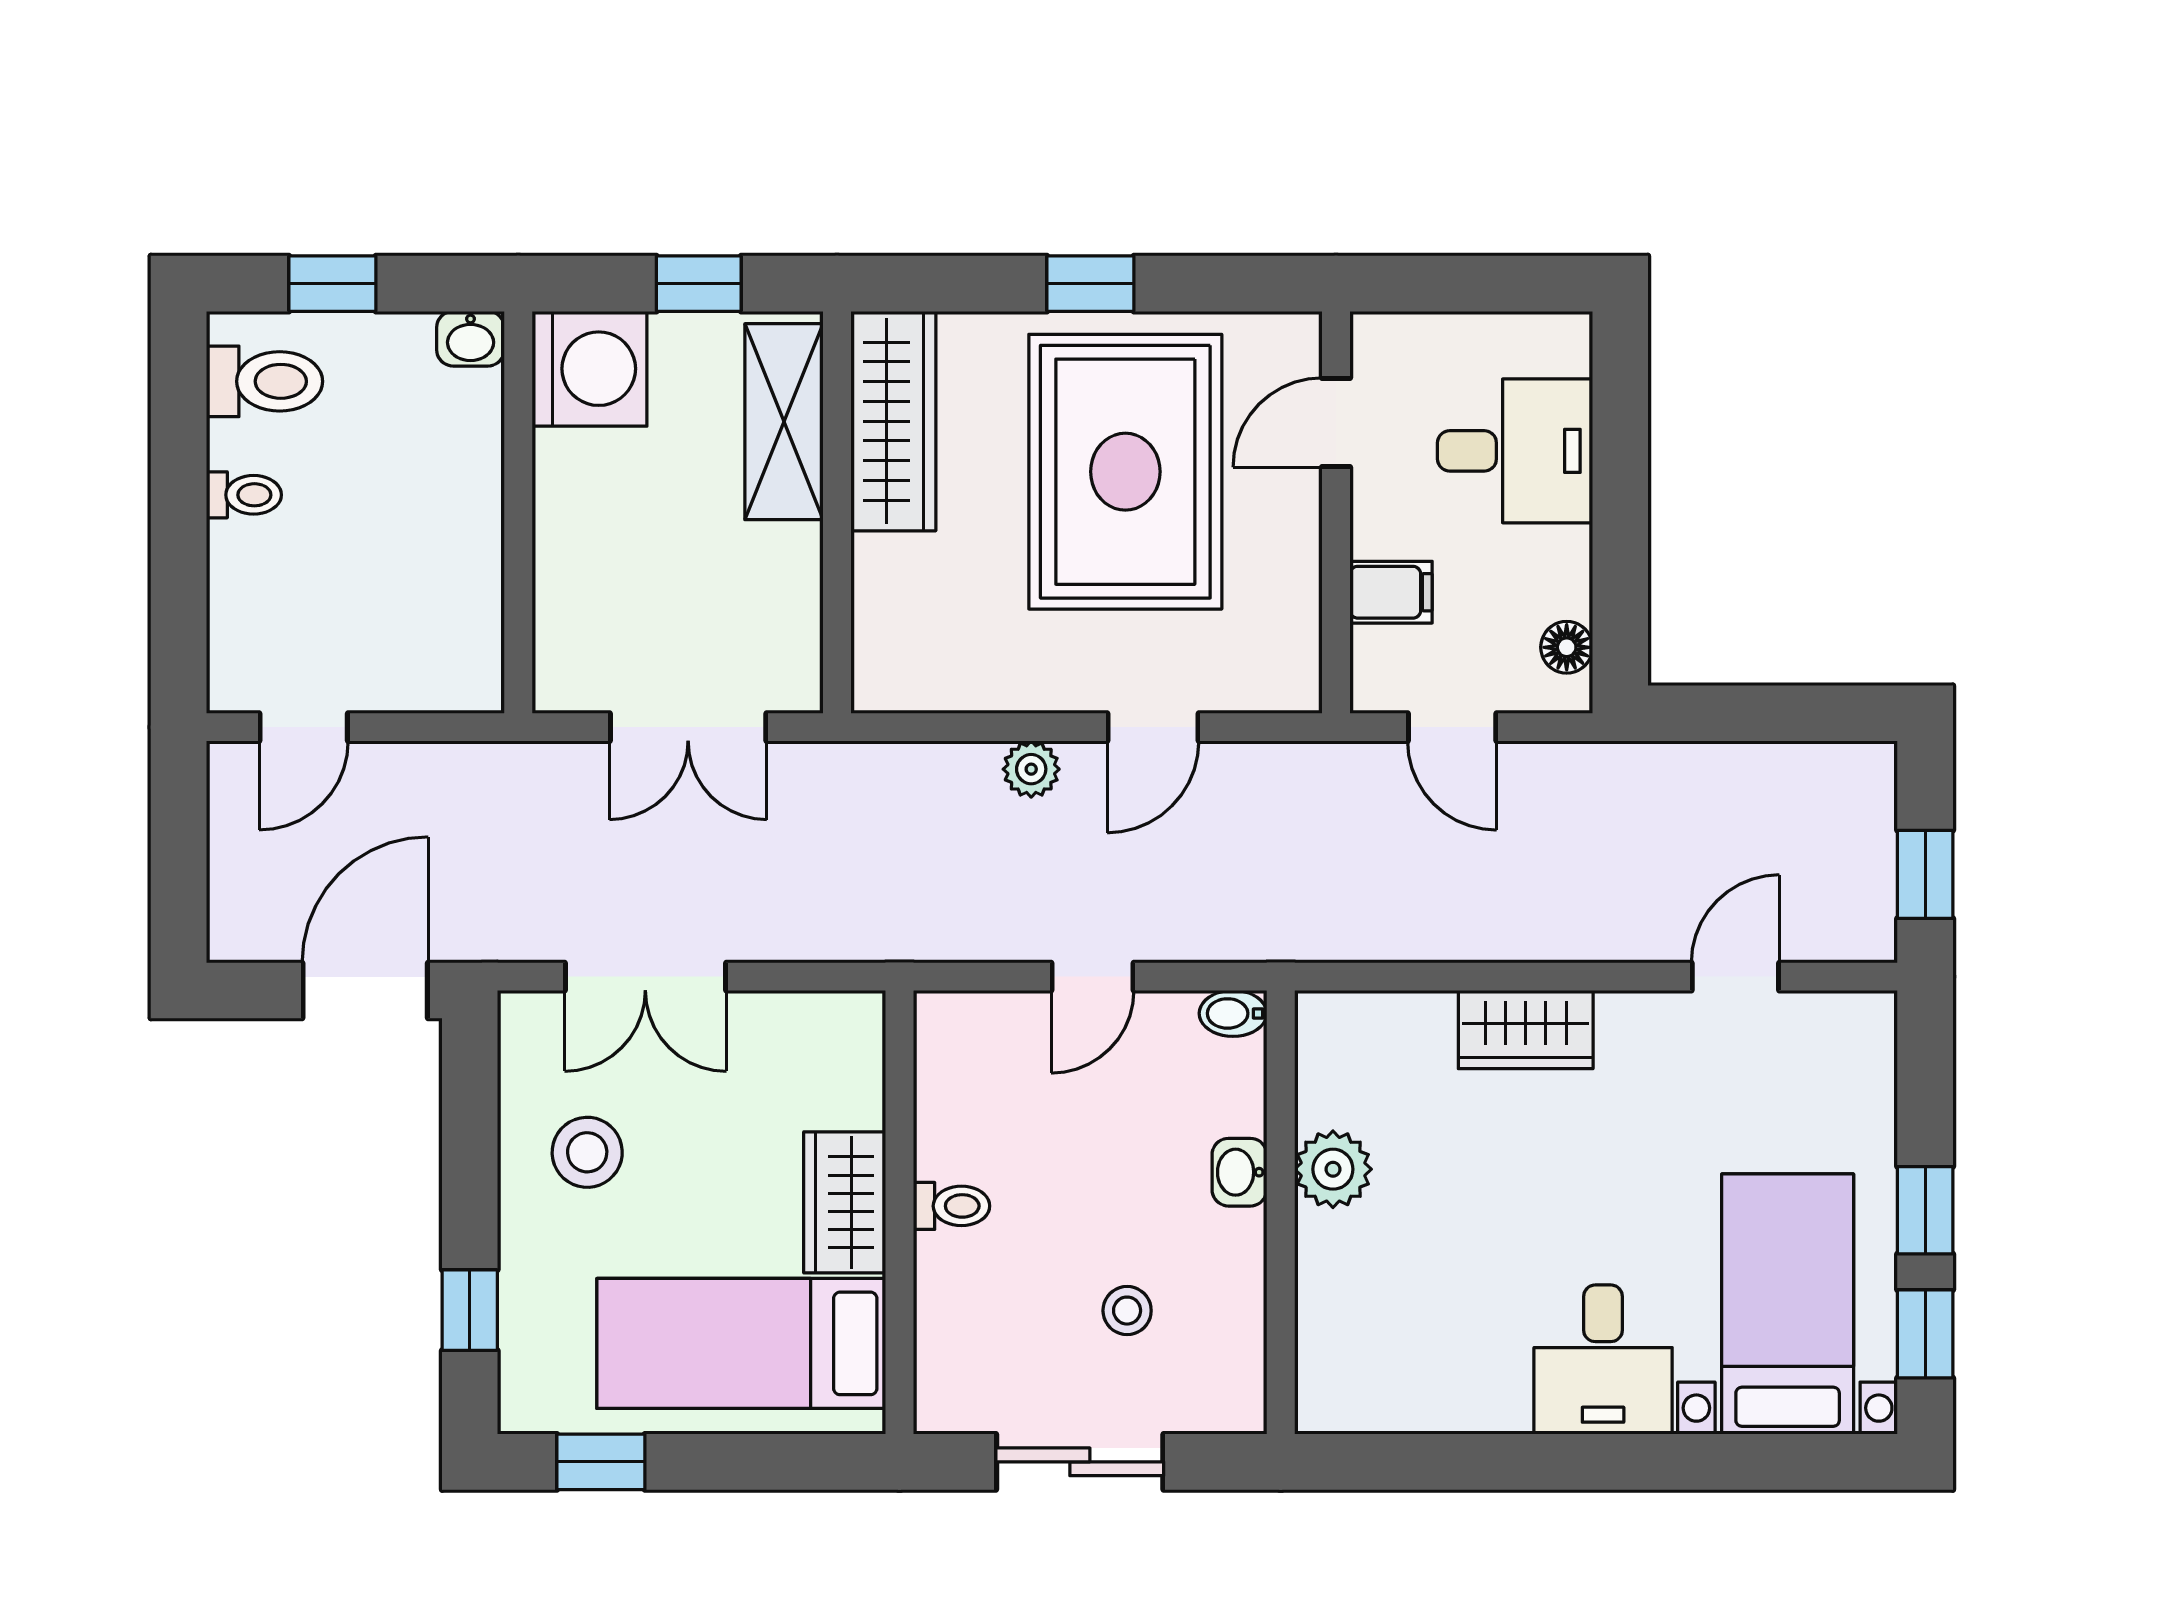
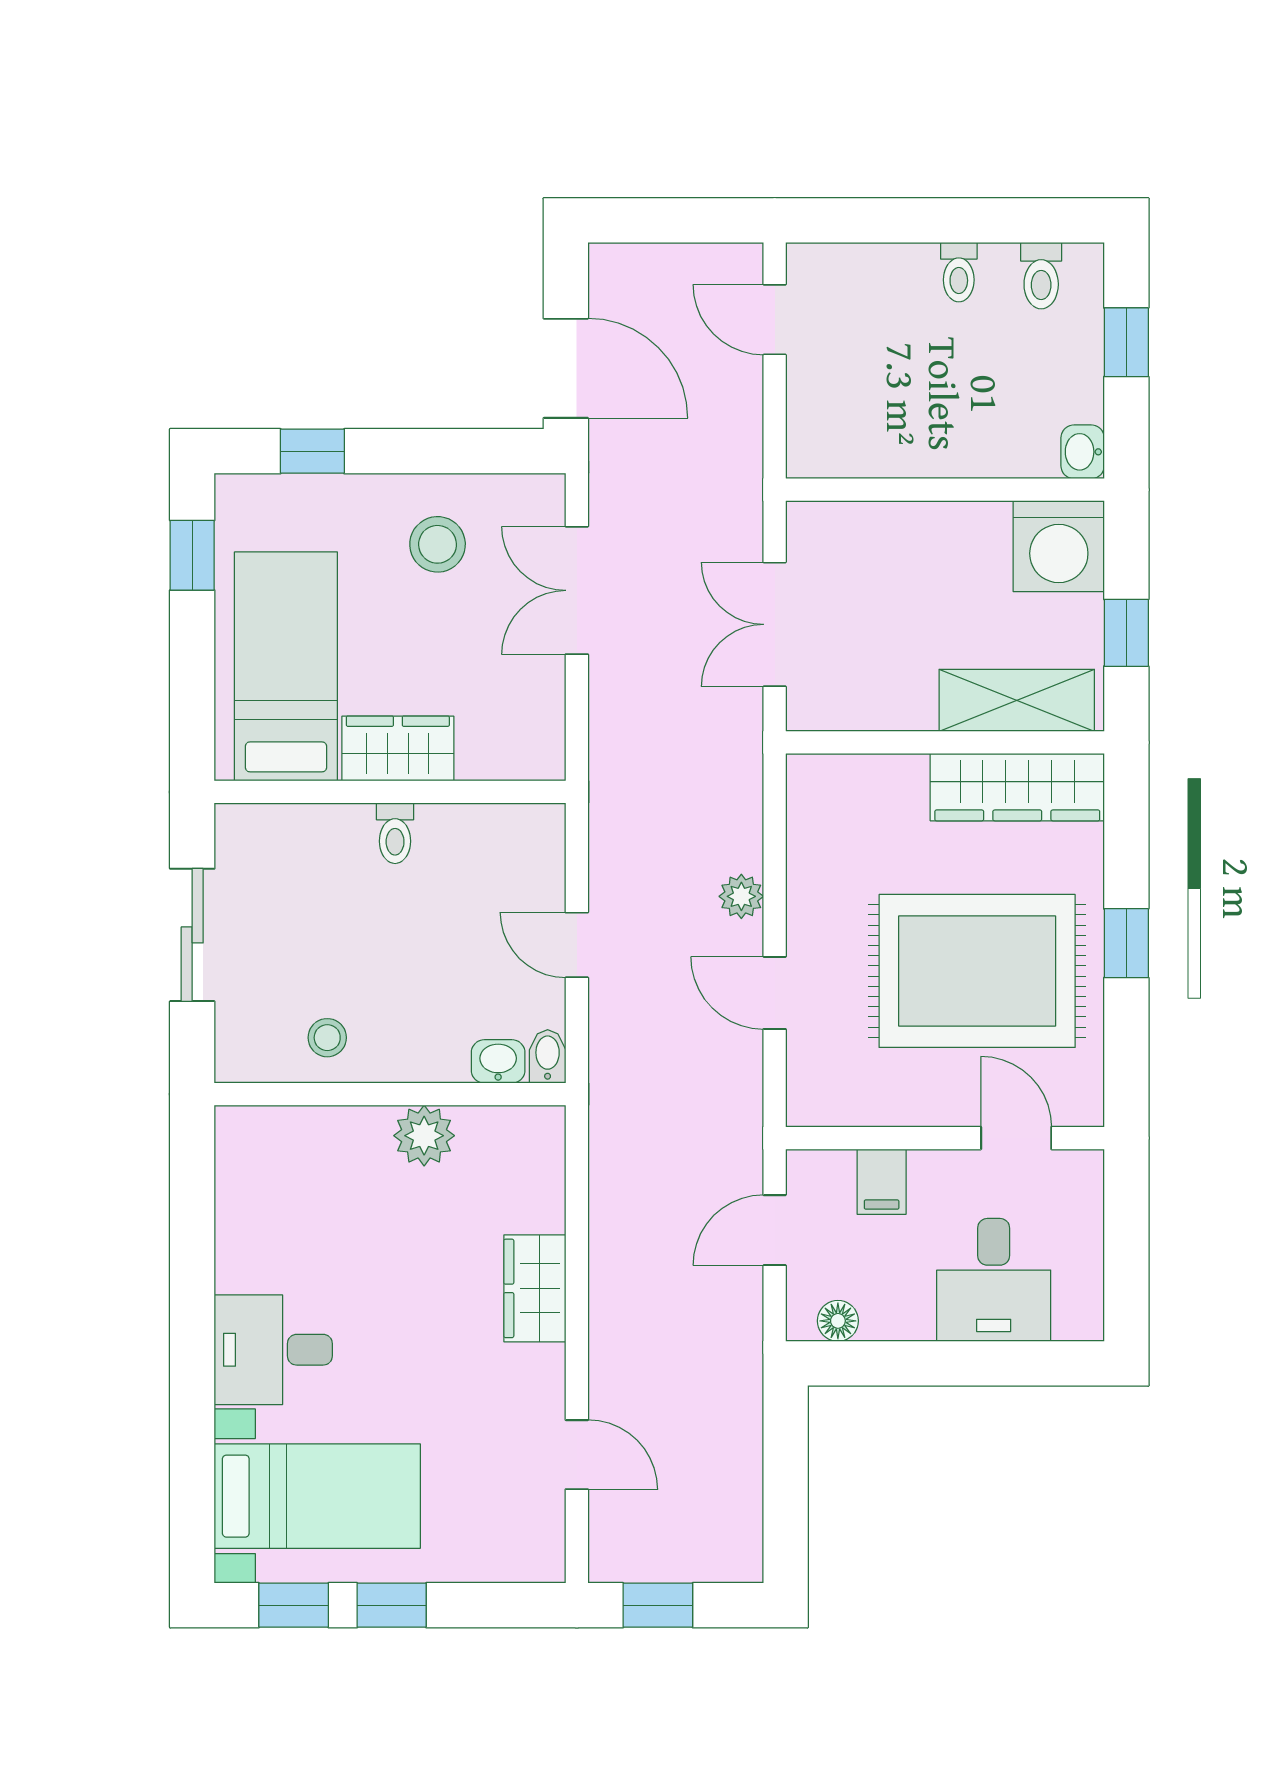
toilet: (265, 381) -> (1041, 276), width x0.73, depth x0.72
washbasin: (1239, 1172) -> (498, 1061), moved
stool: (1127, 1311) -> (327, 1038), moved

